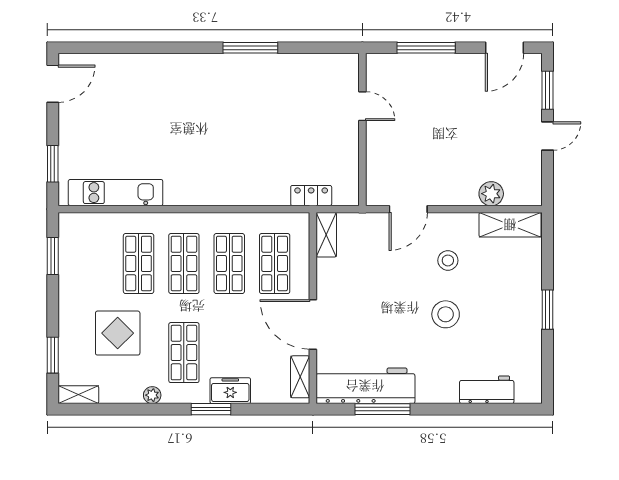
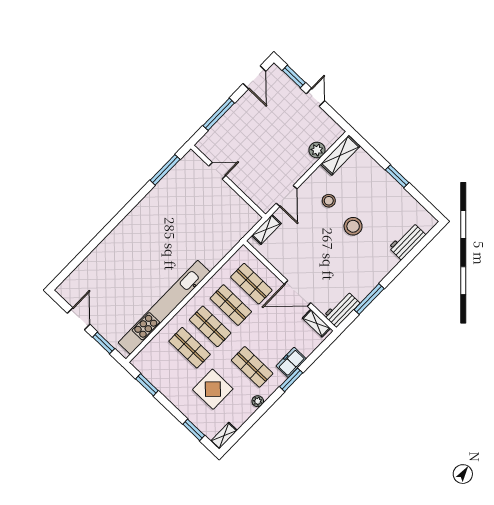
window: (250, 48) -> (165, 170), moved
door: (53, 84) -> (79, 319), moved
kitchen unit: (116, 193) -> (164, 307), width x1.86
locker: (311, 196) -> (236, 236), removed
shelving: (326, 235) -> (266, 229), moved, turned 90
workbench: (365, 386) -> (342, 309), width x0.53, depth x0.76

